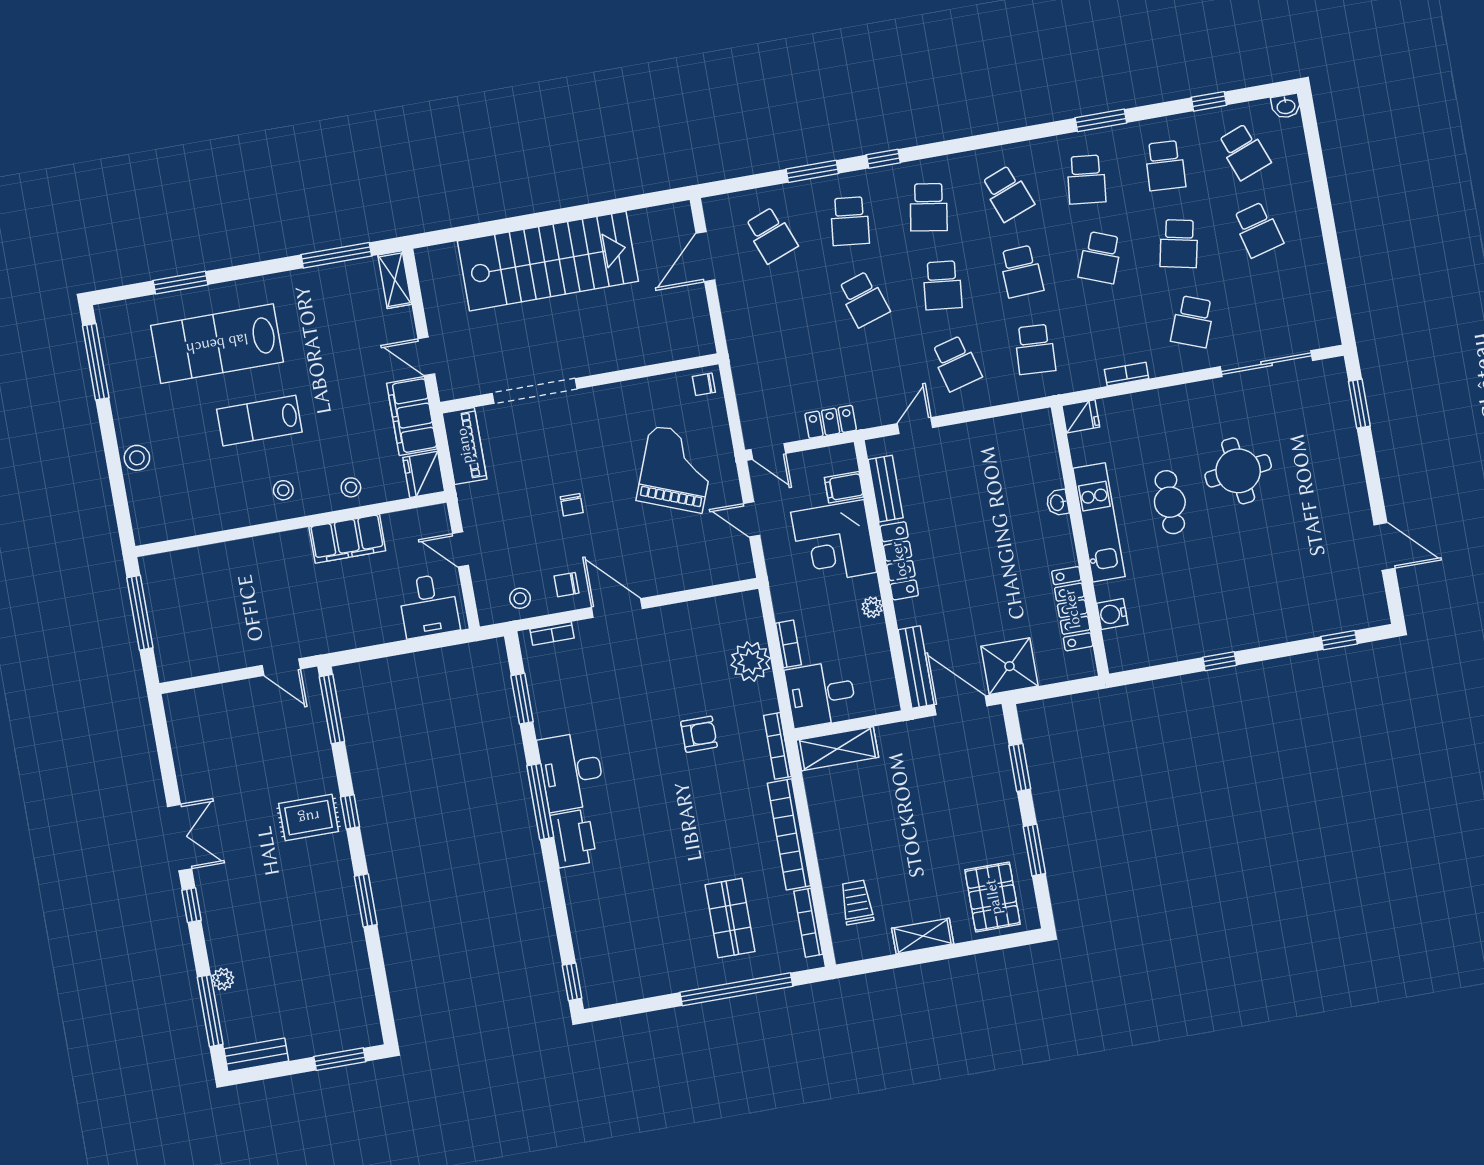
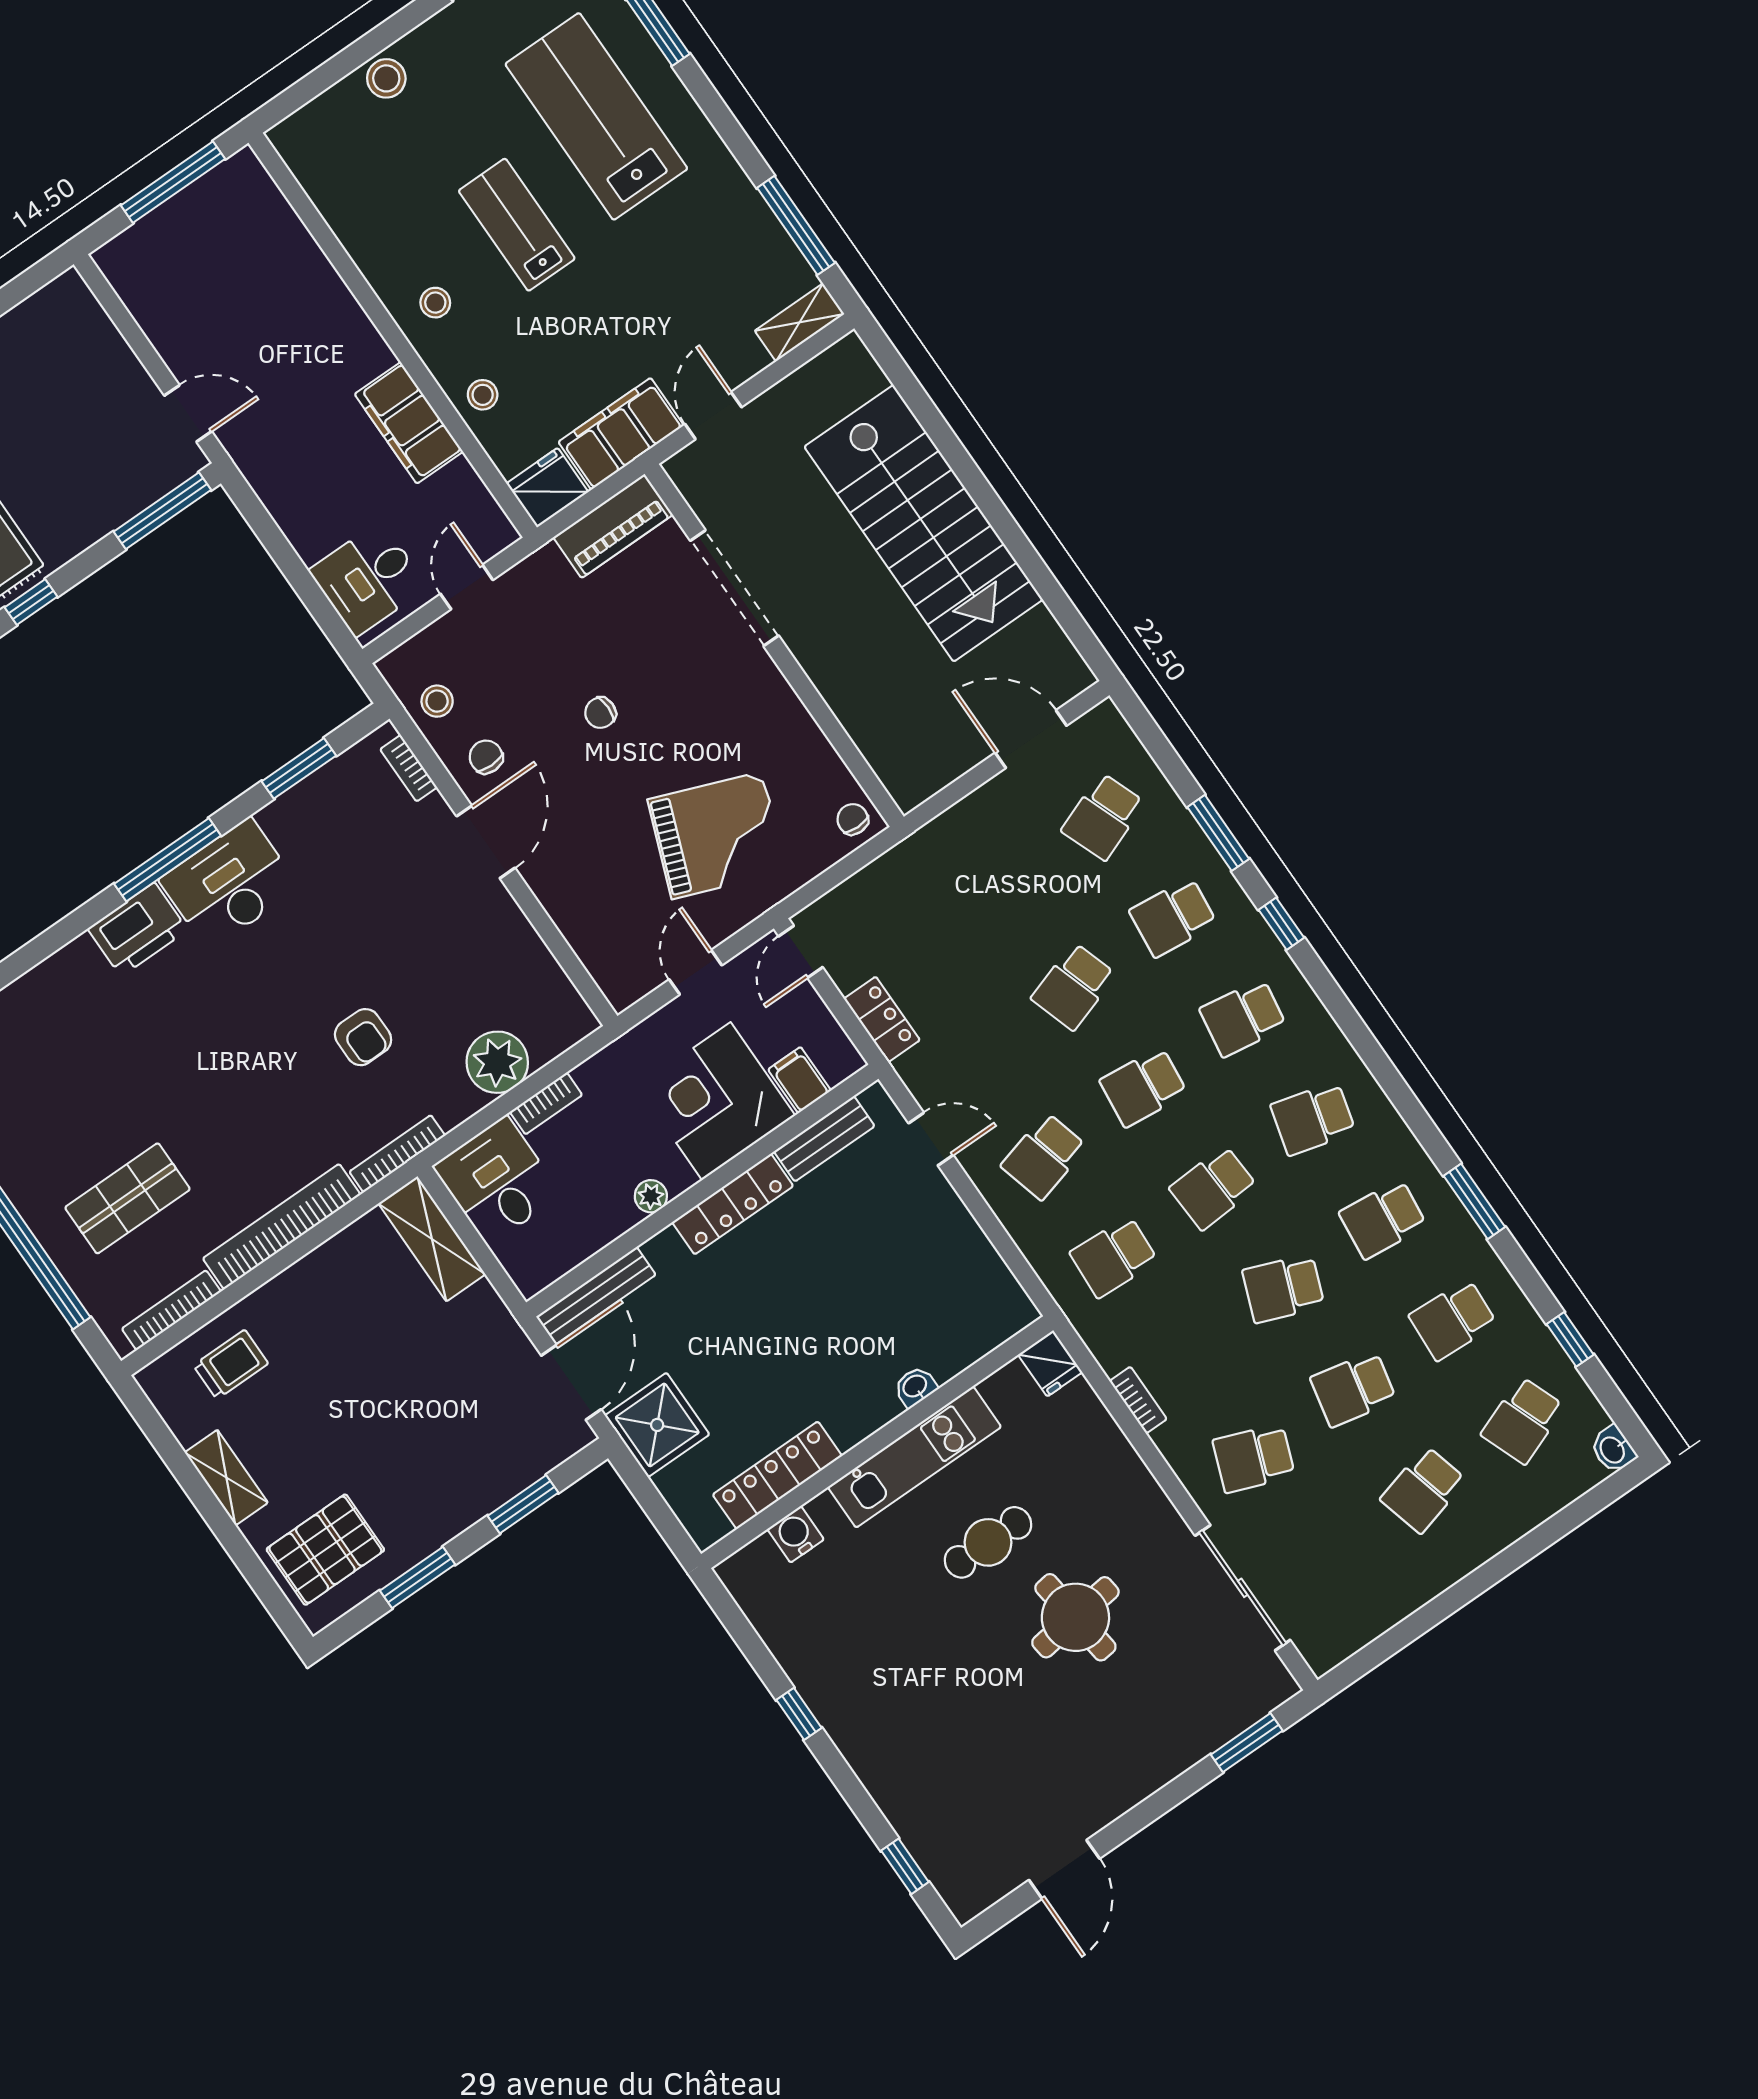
school desk: (1007, 193) -> (1313, 1119), turned 36
door: (281, 667) -> (188, 413), swing flipped

